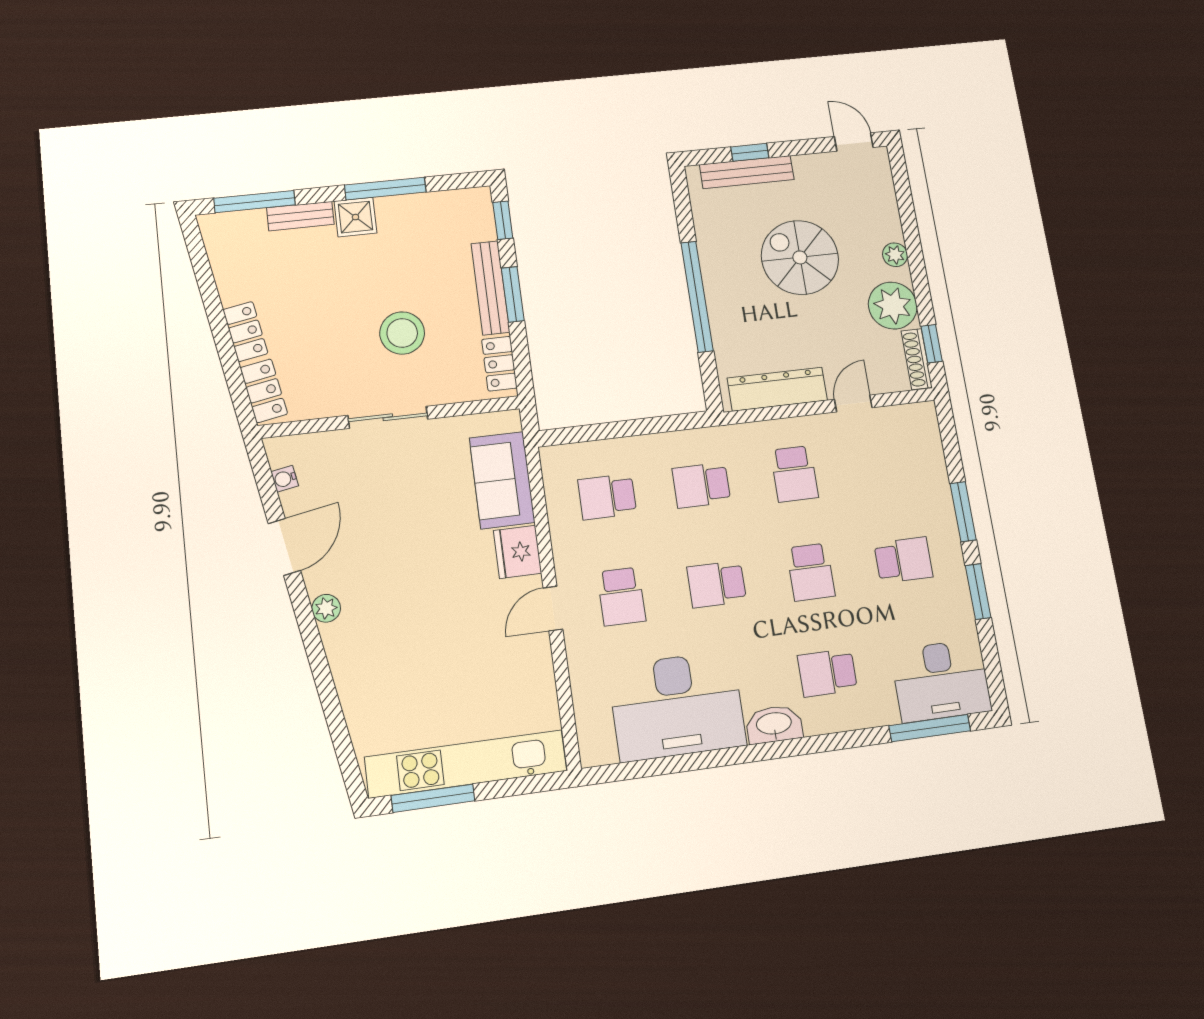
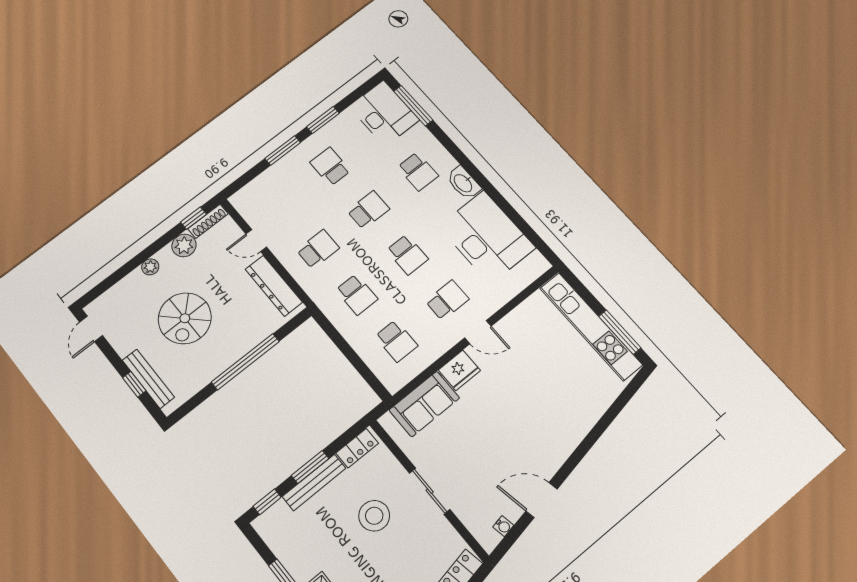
plant: (893, 306) -> (184, 245), width x0.73, depth x0.73
plant: (326, 608) -> (559, 454), removed

